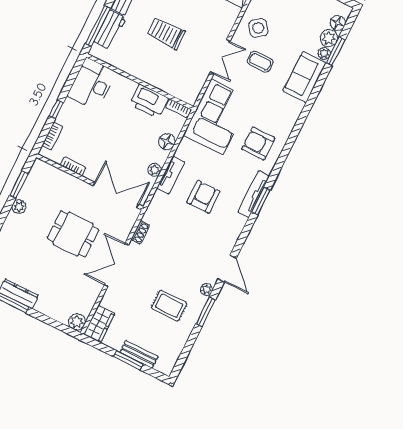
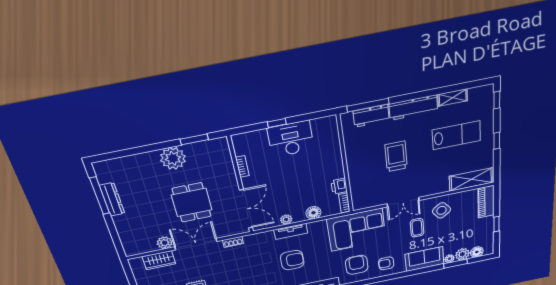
desk: (92, 84) -> (291, 139), moved
printer: (149, 101) -> (339, 186), width x0.53, depth x0.68
armchair: (280, 116) -> (386, 263), added
bookcase: (52, 136) -> (253, 135), removed
plant: (19, 207) -> (173, 158), width x1.88, depth x1.88
plant: (77, 322) -> (165, 243), moved
wardrobe: (99, 324) -> (159, 260), moved

